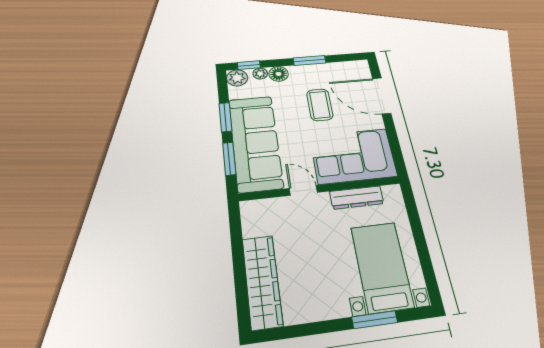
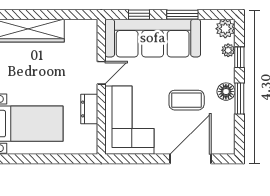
window: (249, 65) -> (239, 57), moved
floor lamp: (279, 74) -> (226, 92), moved
window: (229, 159) -> (139, 15), width x0.67
dresser: (357, 198) -> (89, 109), width x0.70

